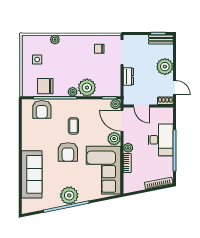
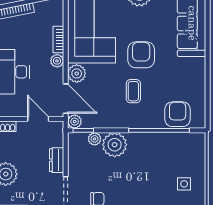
chair: (45, 86) -> (173, 147), removed
plant: (73, 92) -> (95, 139), moved

